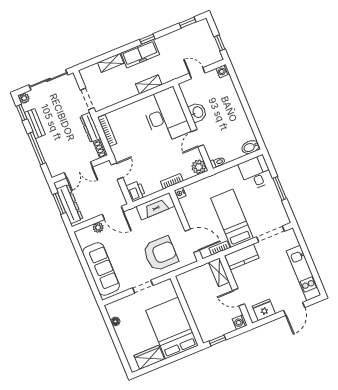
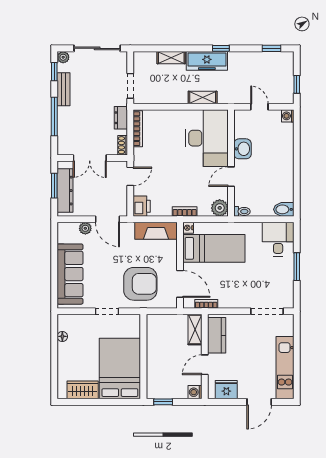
dresser: (90, 127) -> (121, 118), width x0.70
bed: (232, 218) -> (214, 248), moved, turned 90
kitchen counter: (242, 257) -> (217, 335), moved, turned -90
door: (238, 297) -> (205, 365), hinge flipped

